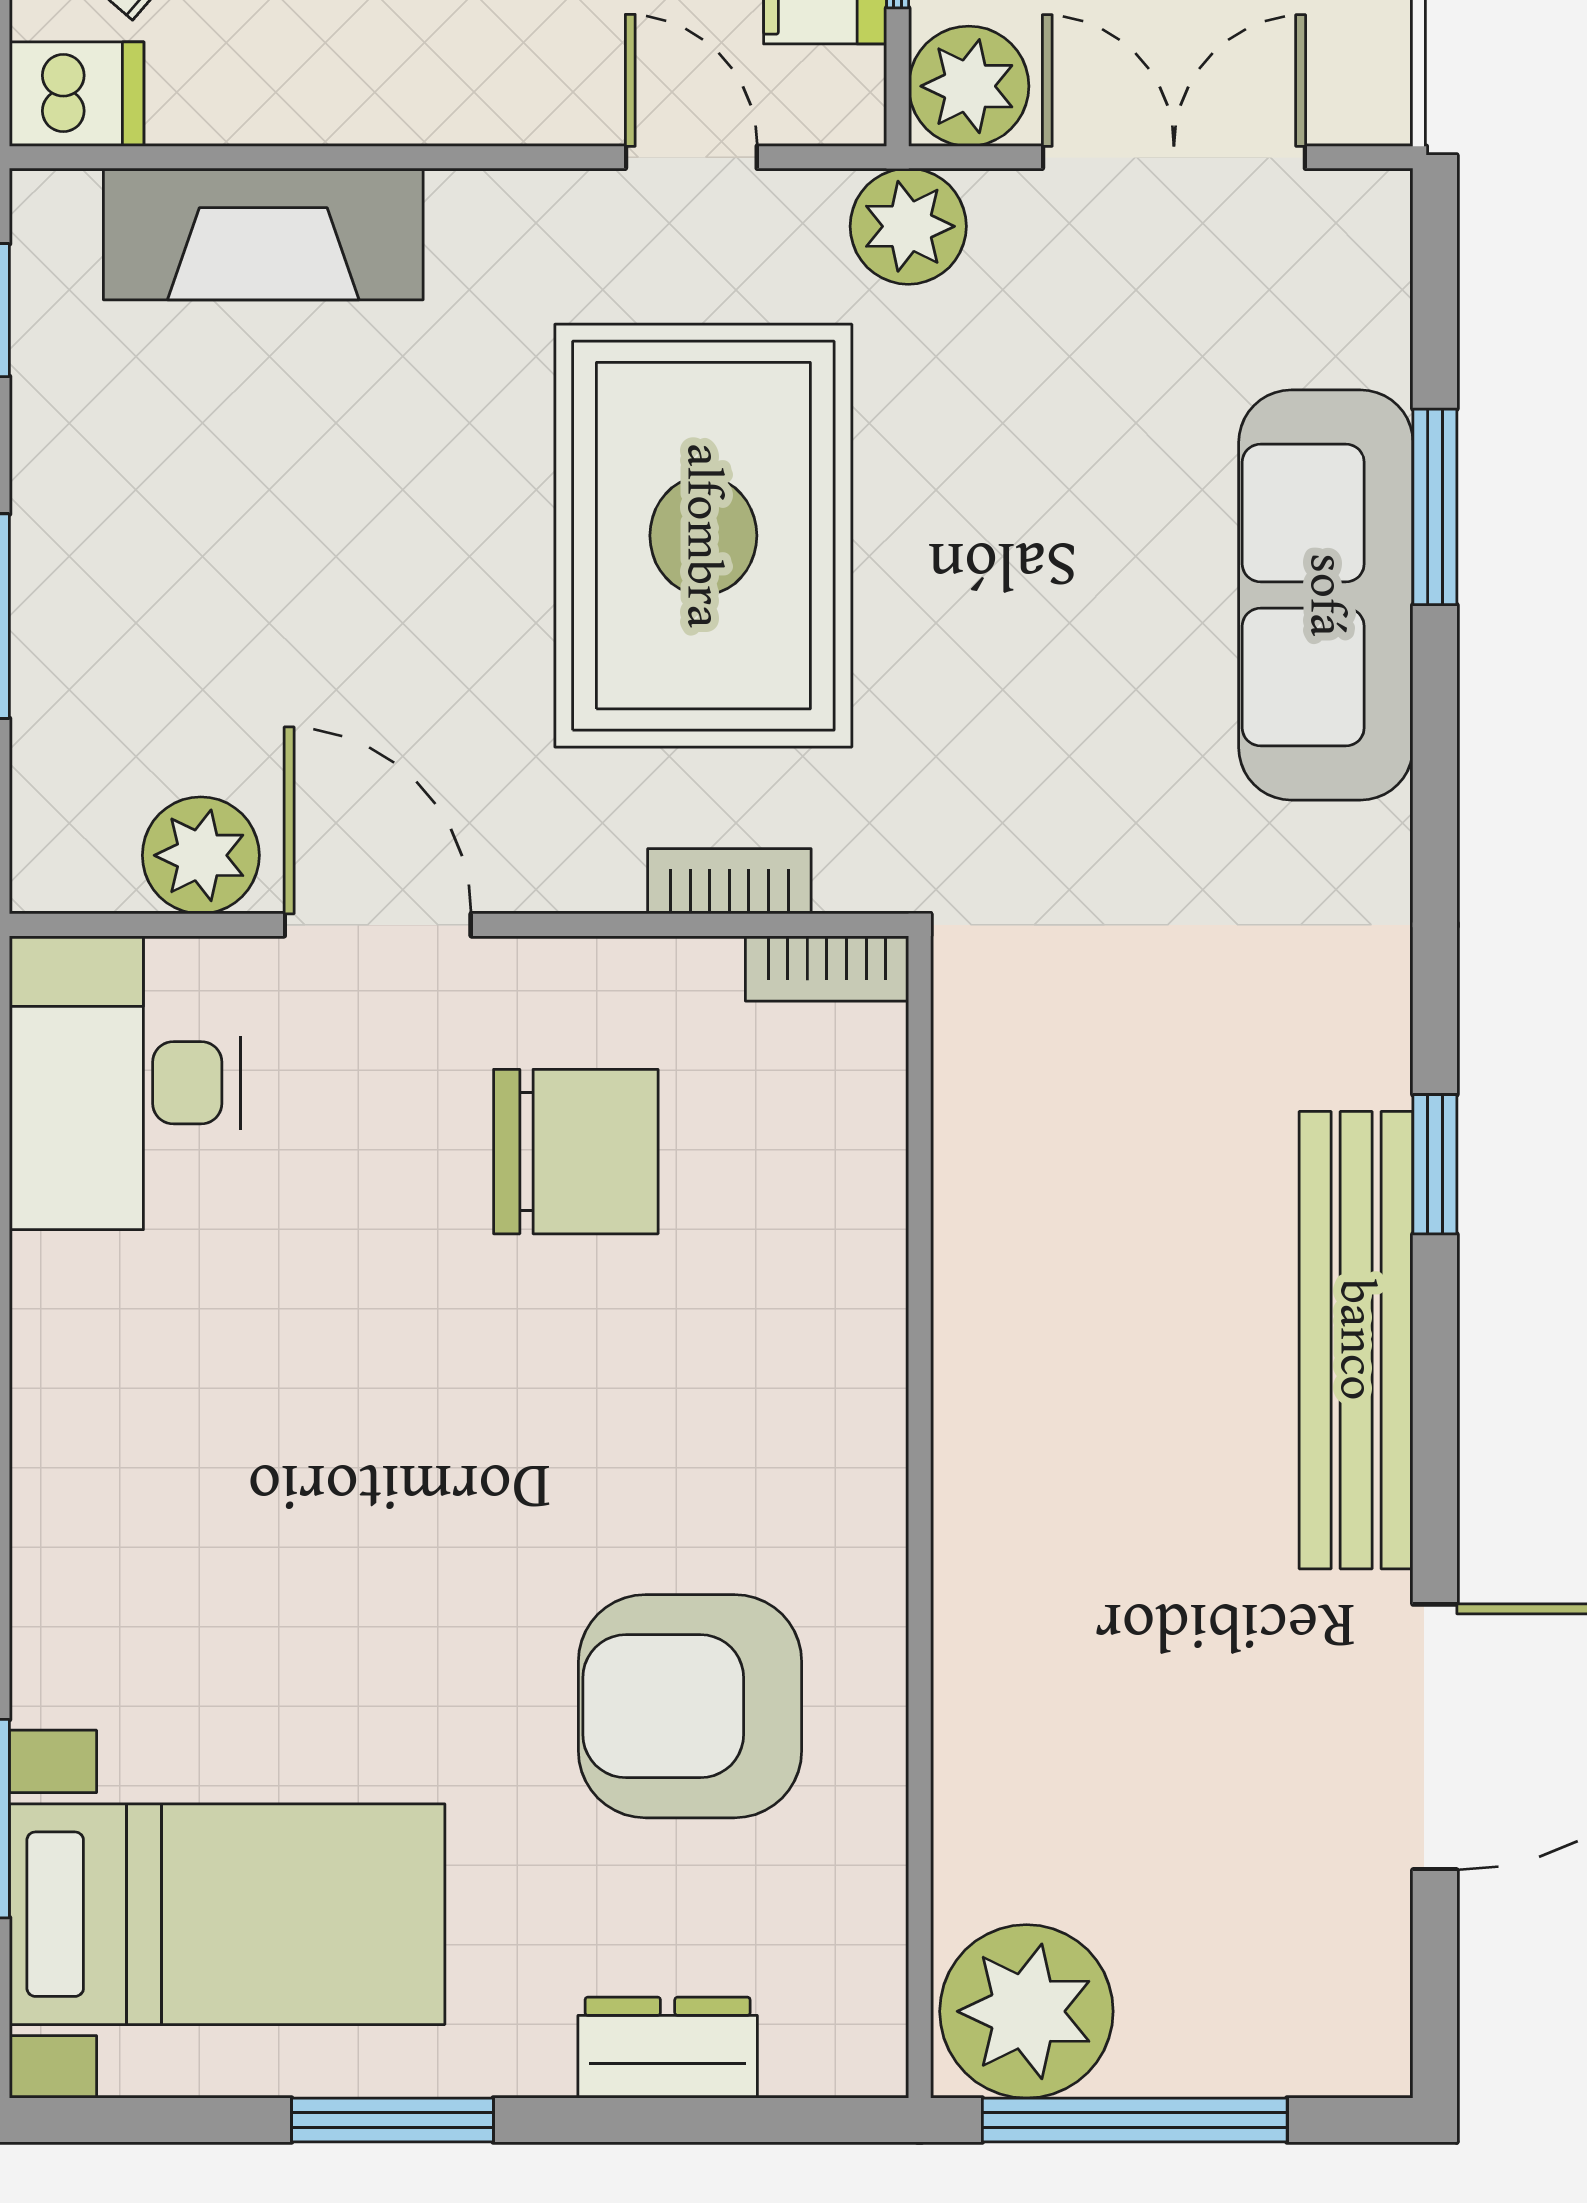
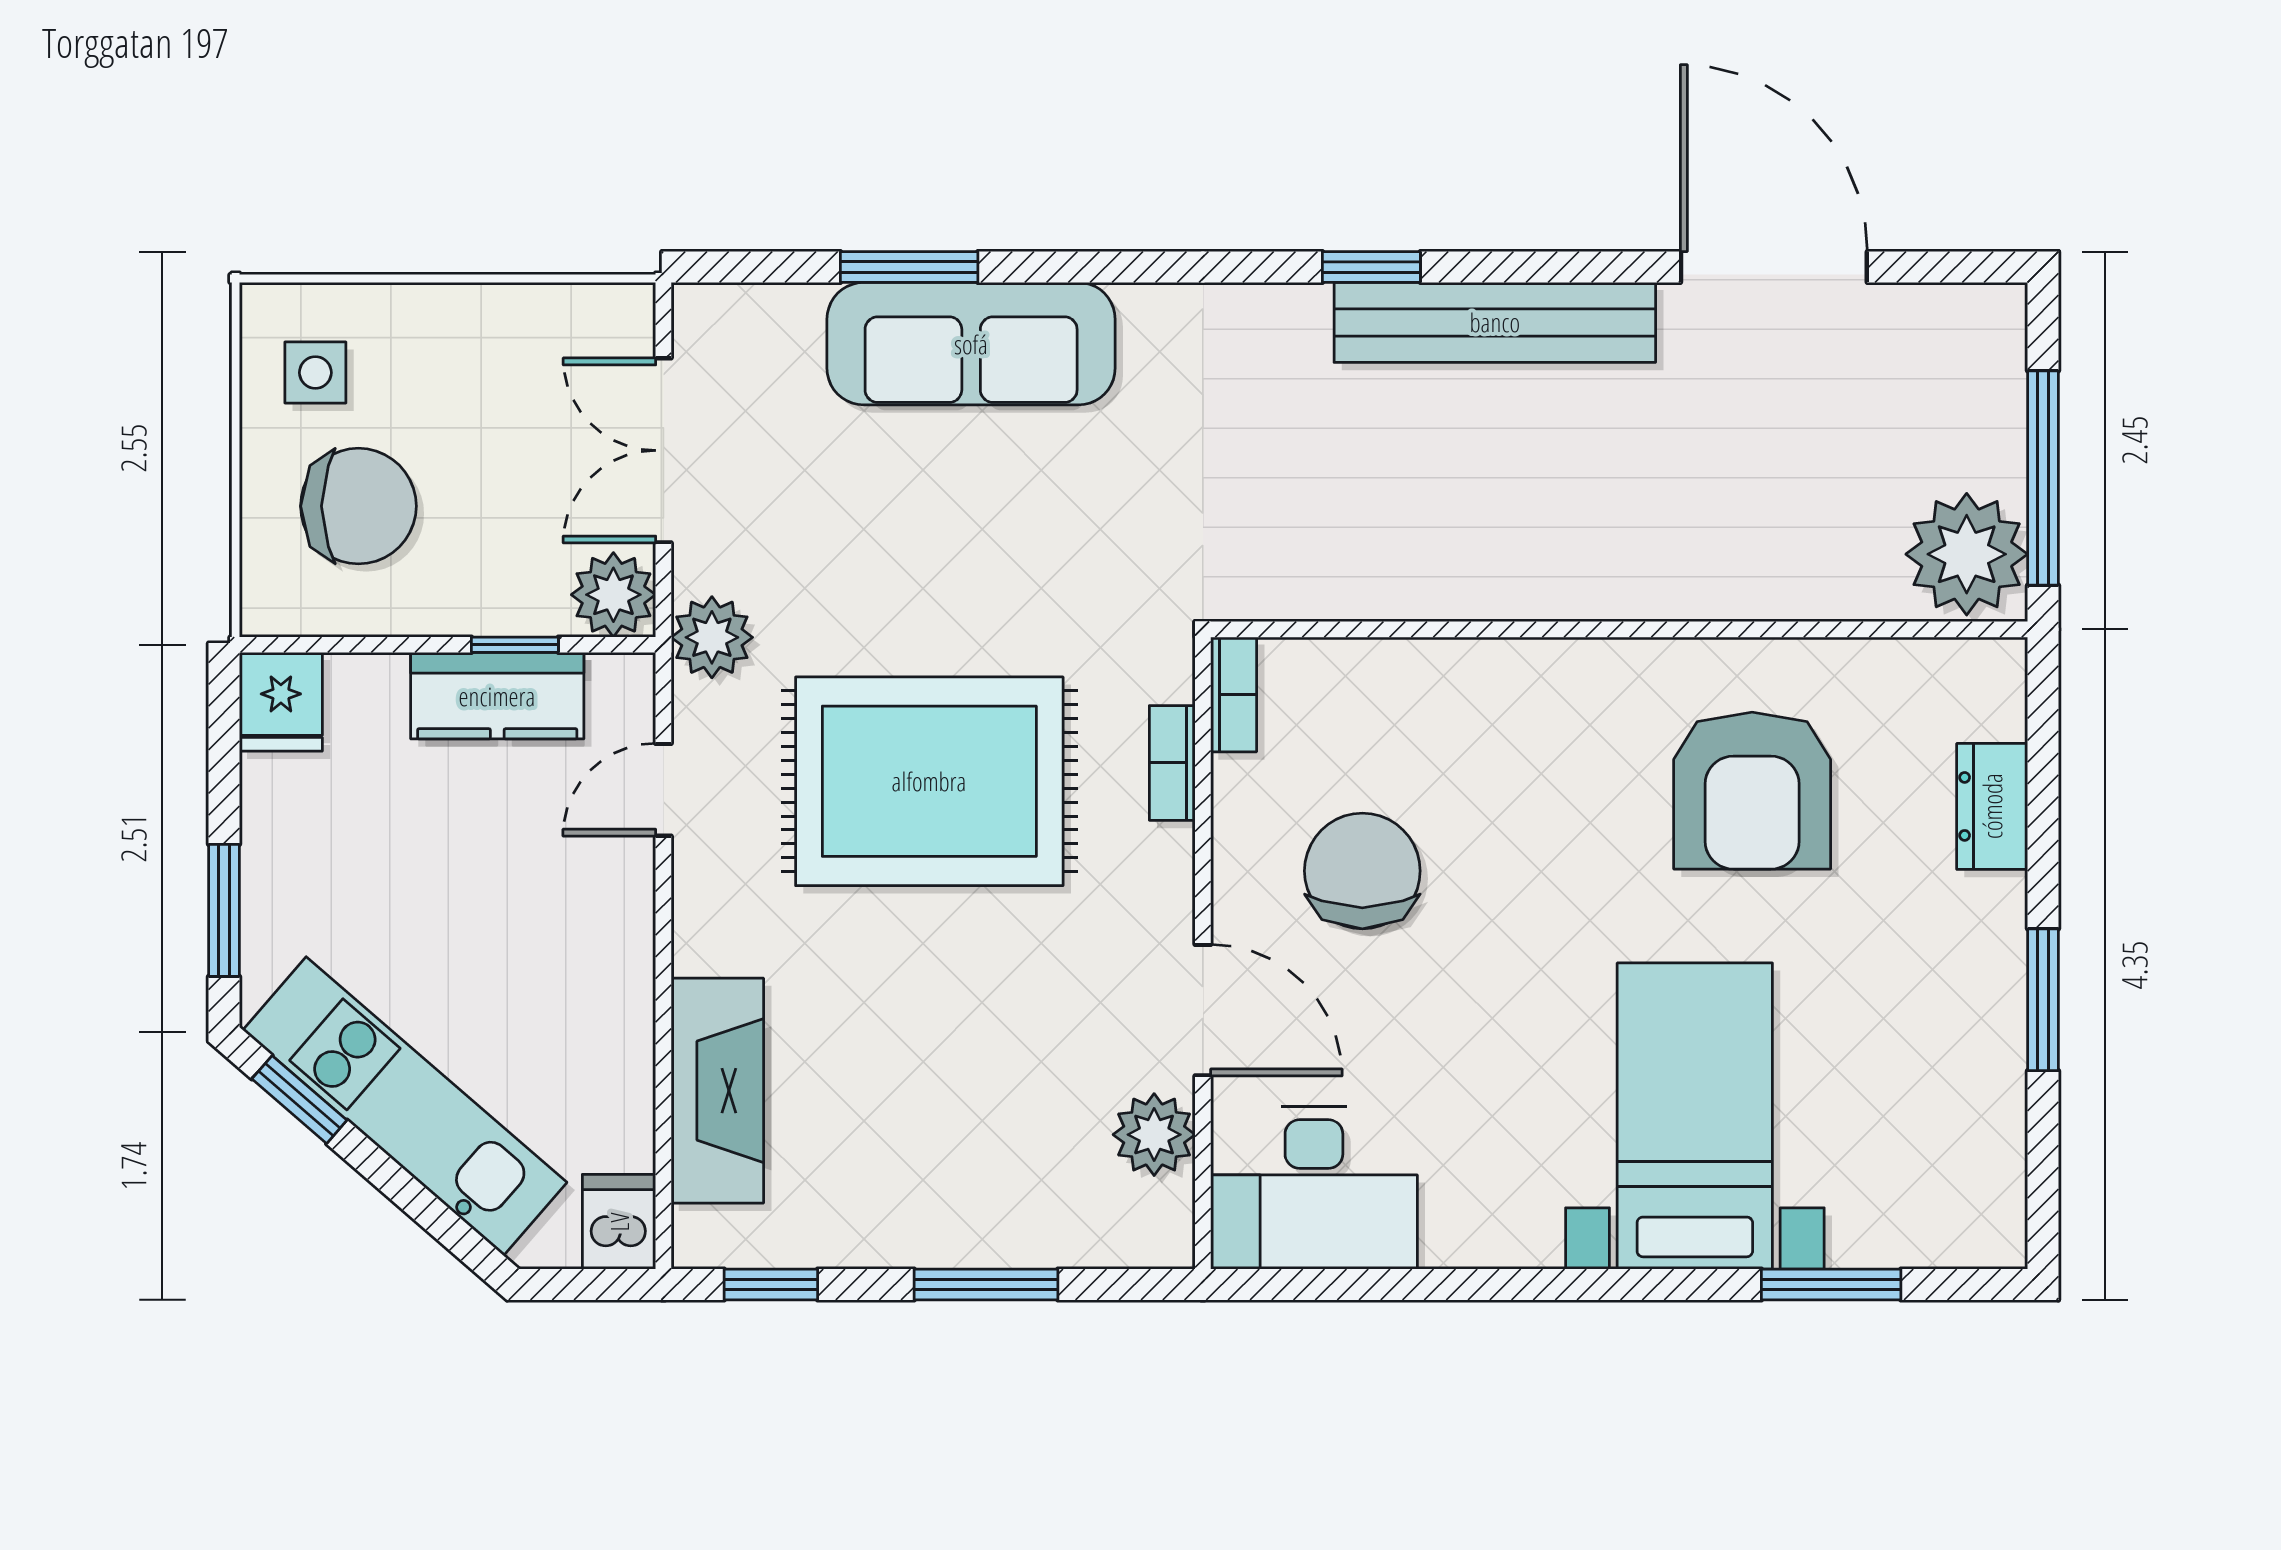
door: (378, 925) -> (1203, 1010), swing flipped
bed with nightstands: (227, 1914) -> (1695, 1116), moved

